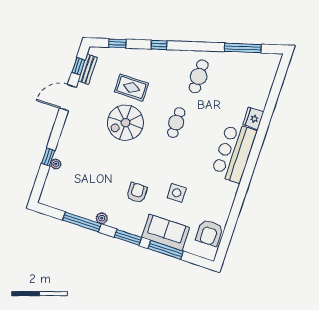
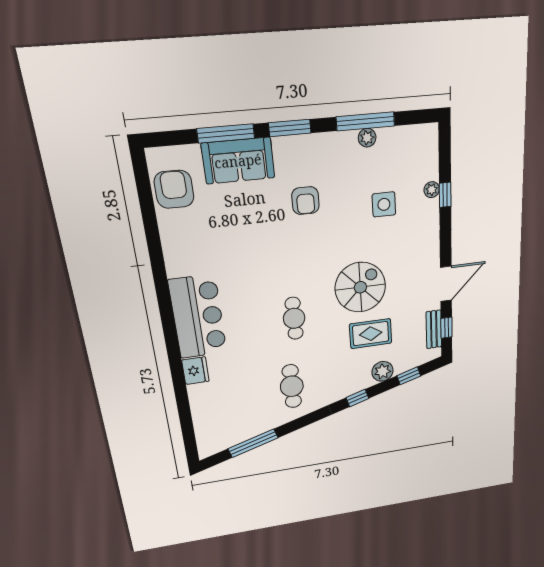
plant: (134, 56) -> (383, 371), added
side table: (177, 193) -> (384, 204), moved
plant: (102, 218) -> (367, 138), moved

